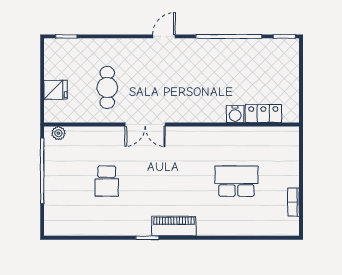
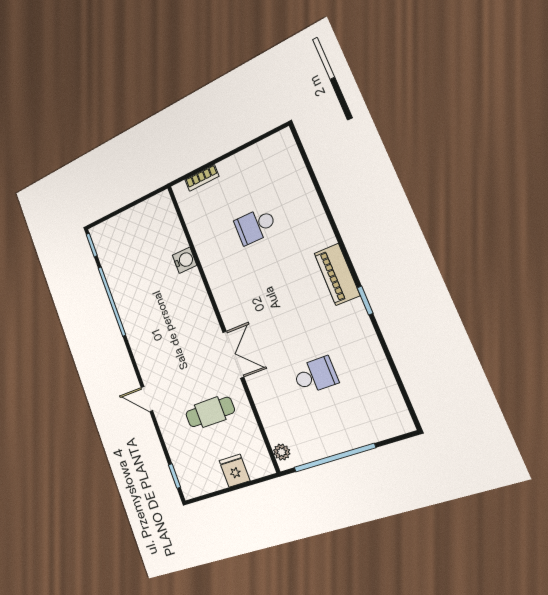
door: (164, 36) -> (147, 399), moved
locker: (263, 114) -> (173, 231), removed
school desk: (236, 181) -> (255, 226), width x0.54
bookcase: (293, 202) -> (202, 178), moved

